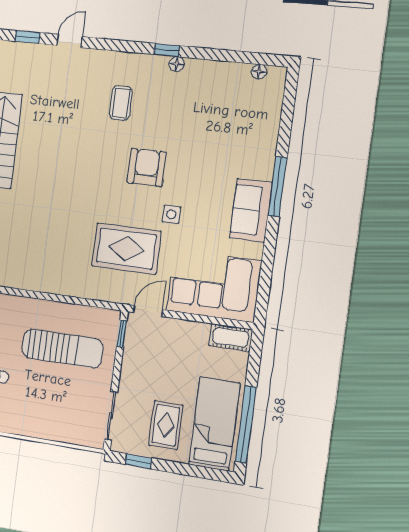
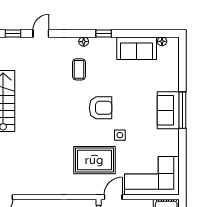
floor lamp: (177, 64) -> (84, 42), moved
sofa: (216, 79) -> (137, 48), added
armchair: (147, 167) -> (101, 108), turned 90
sofa: (251, 210) -> (168, 110), moved

